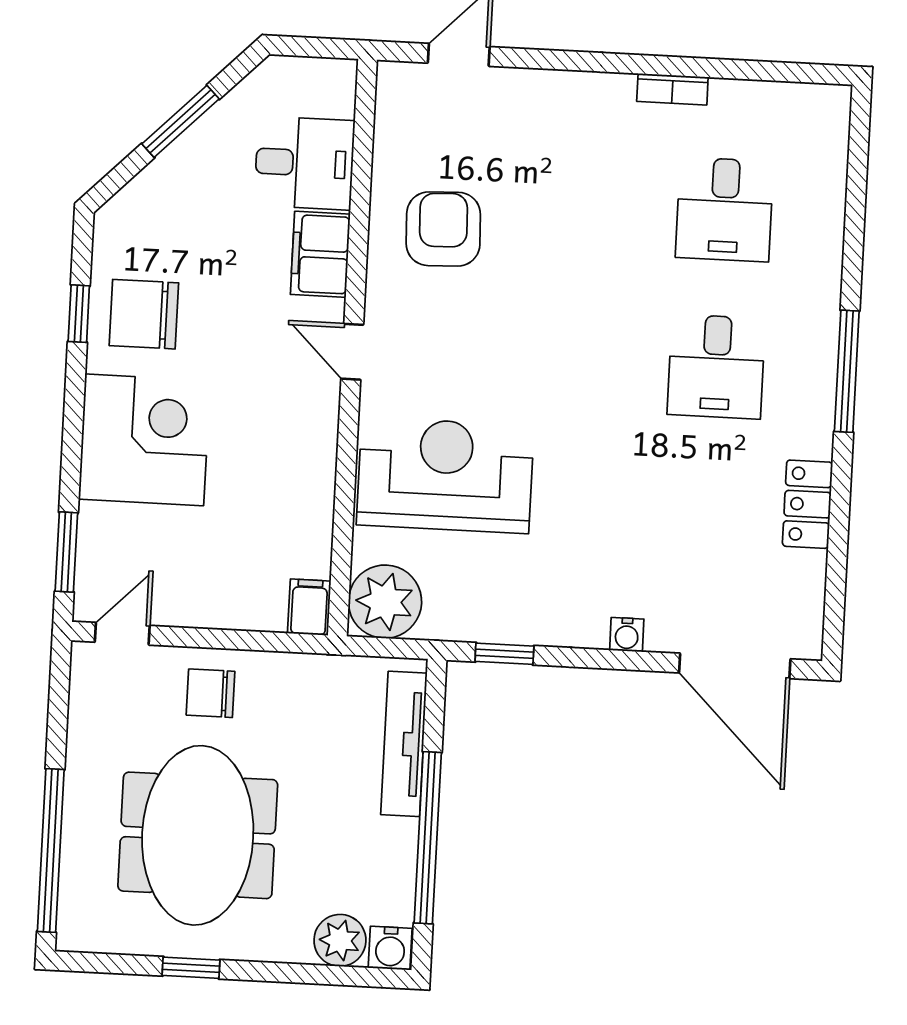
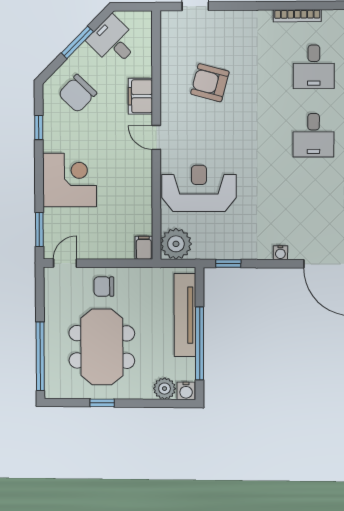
bookcase: (672, 89) -> (297, 16), width x1.56
desk: (304, 163) -> (113, 41), moved, turned -135
armchair: (443, 229) -> (210, 83), moved, turned -73
chair: (144, 314) -> (77, 94), moved, turned -46
tv unit: (404, 744) -> (185, 315), width x1.36, depth x1.29

